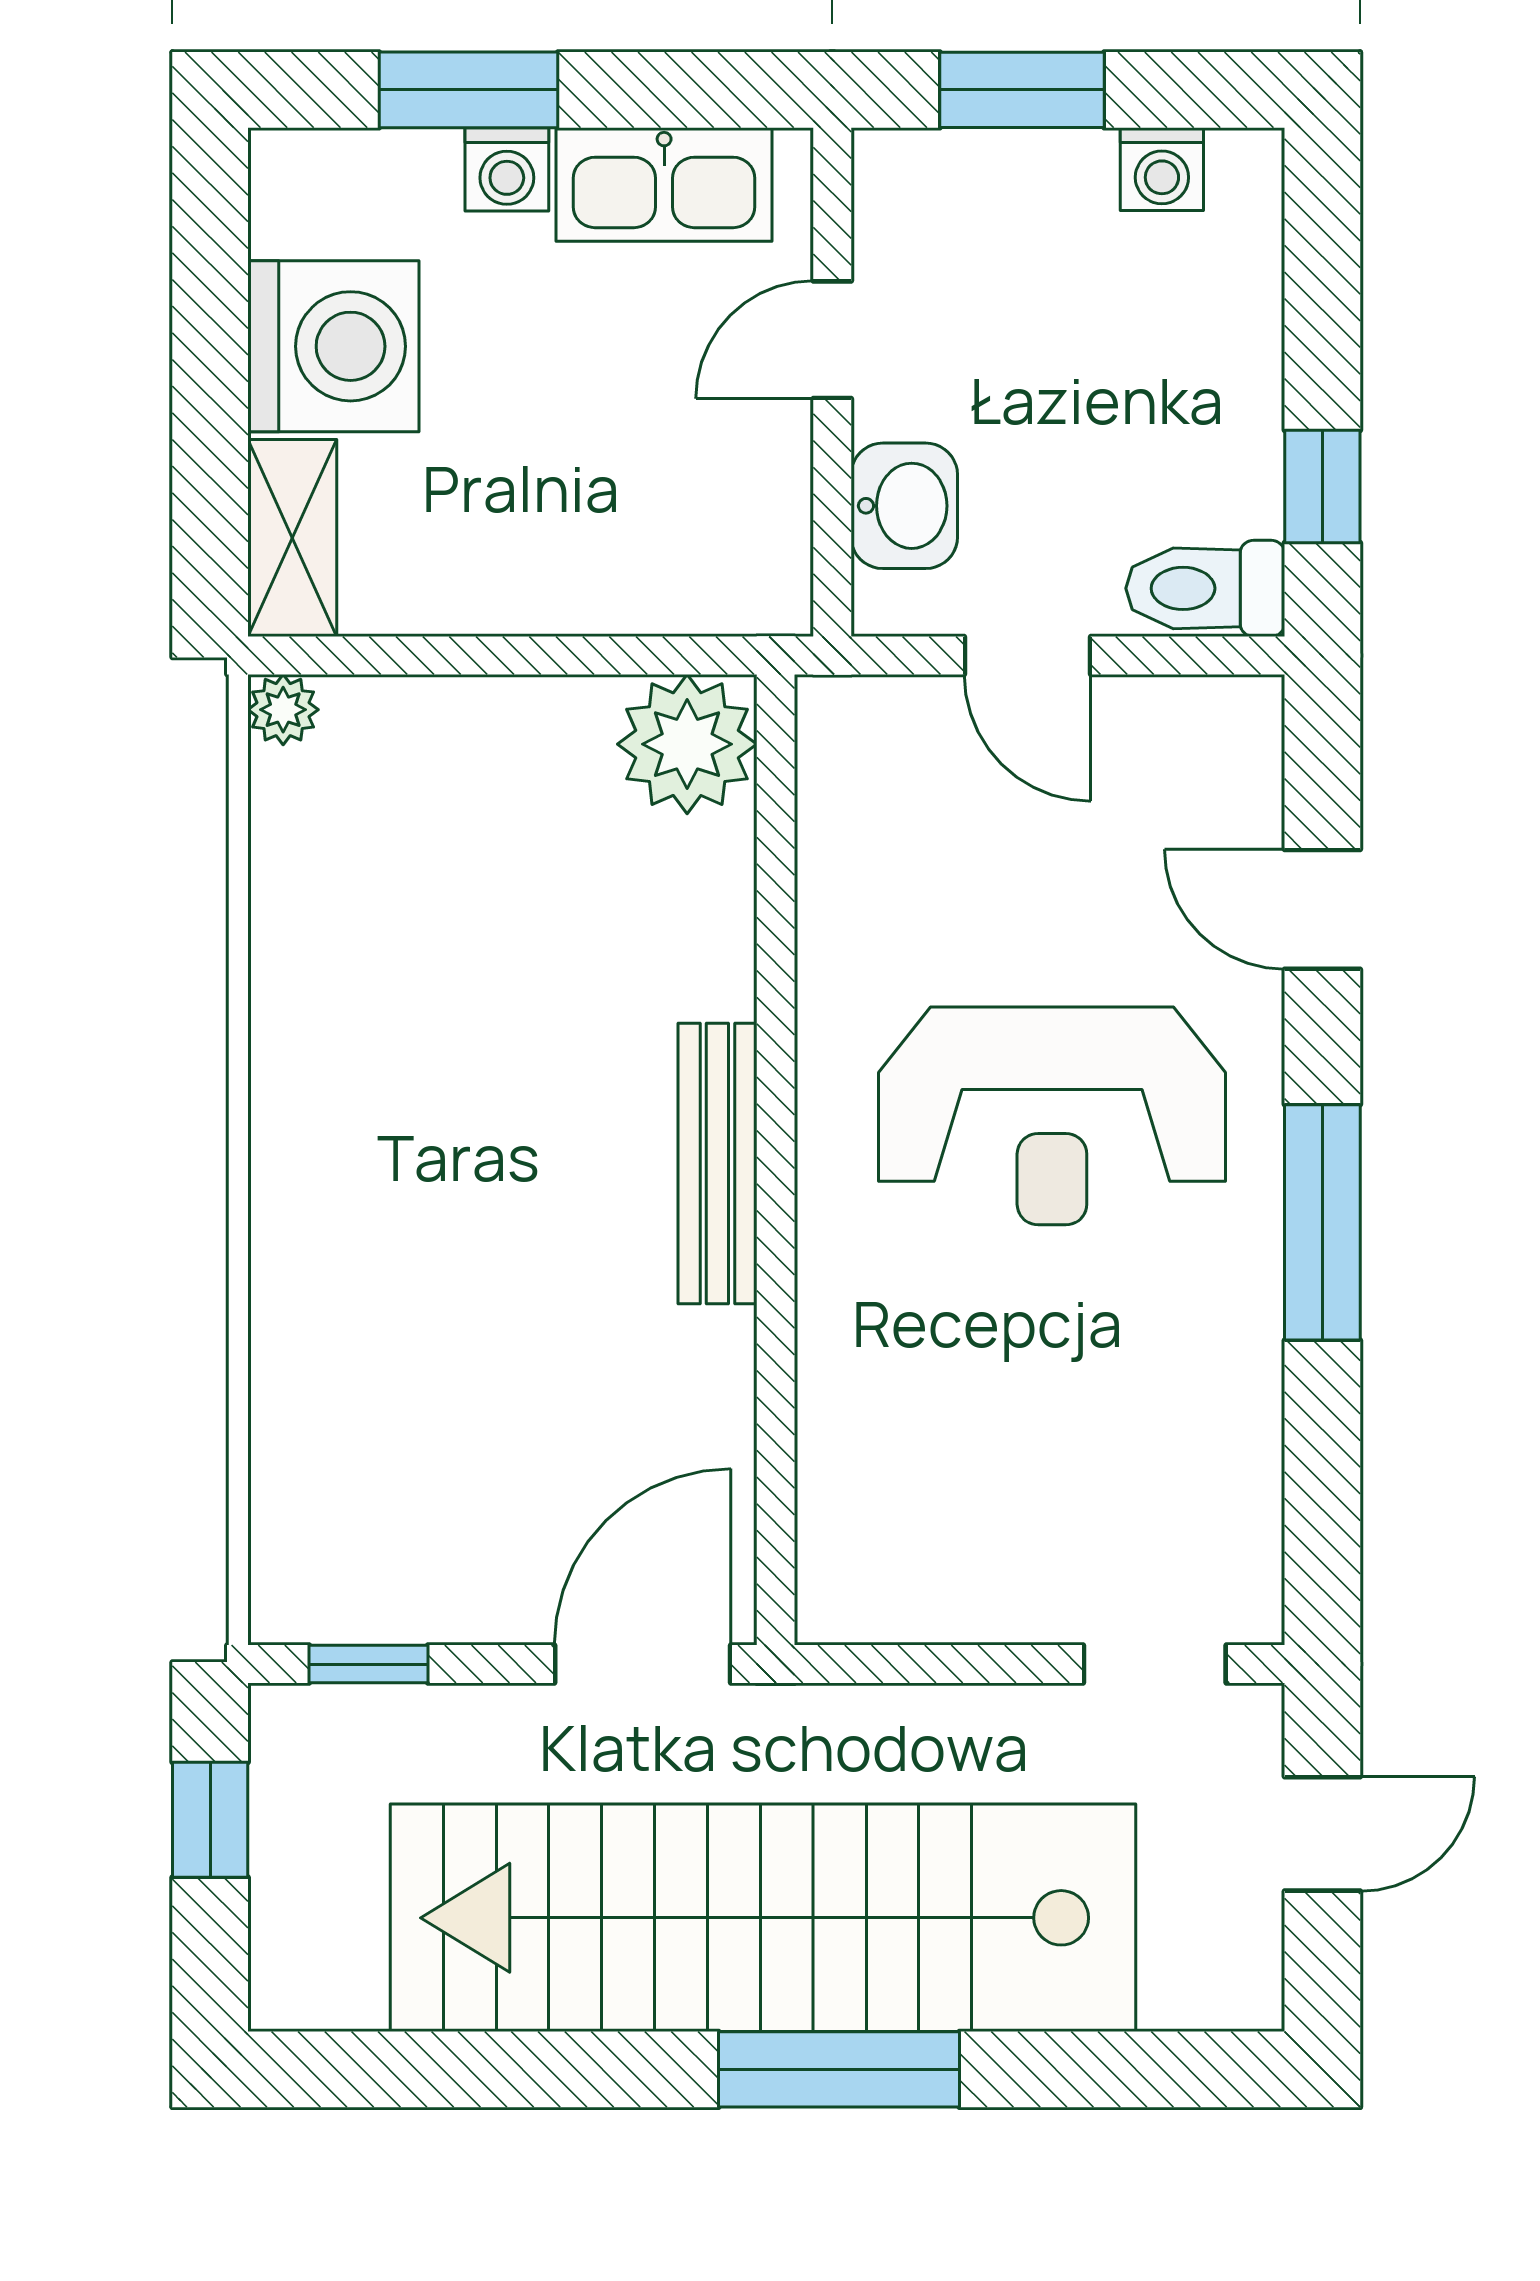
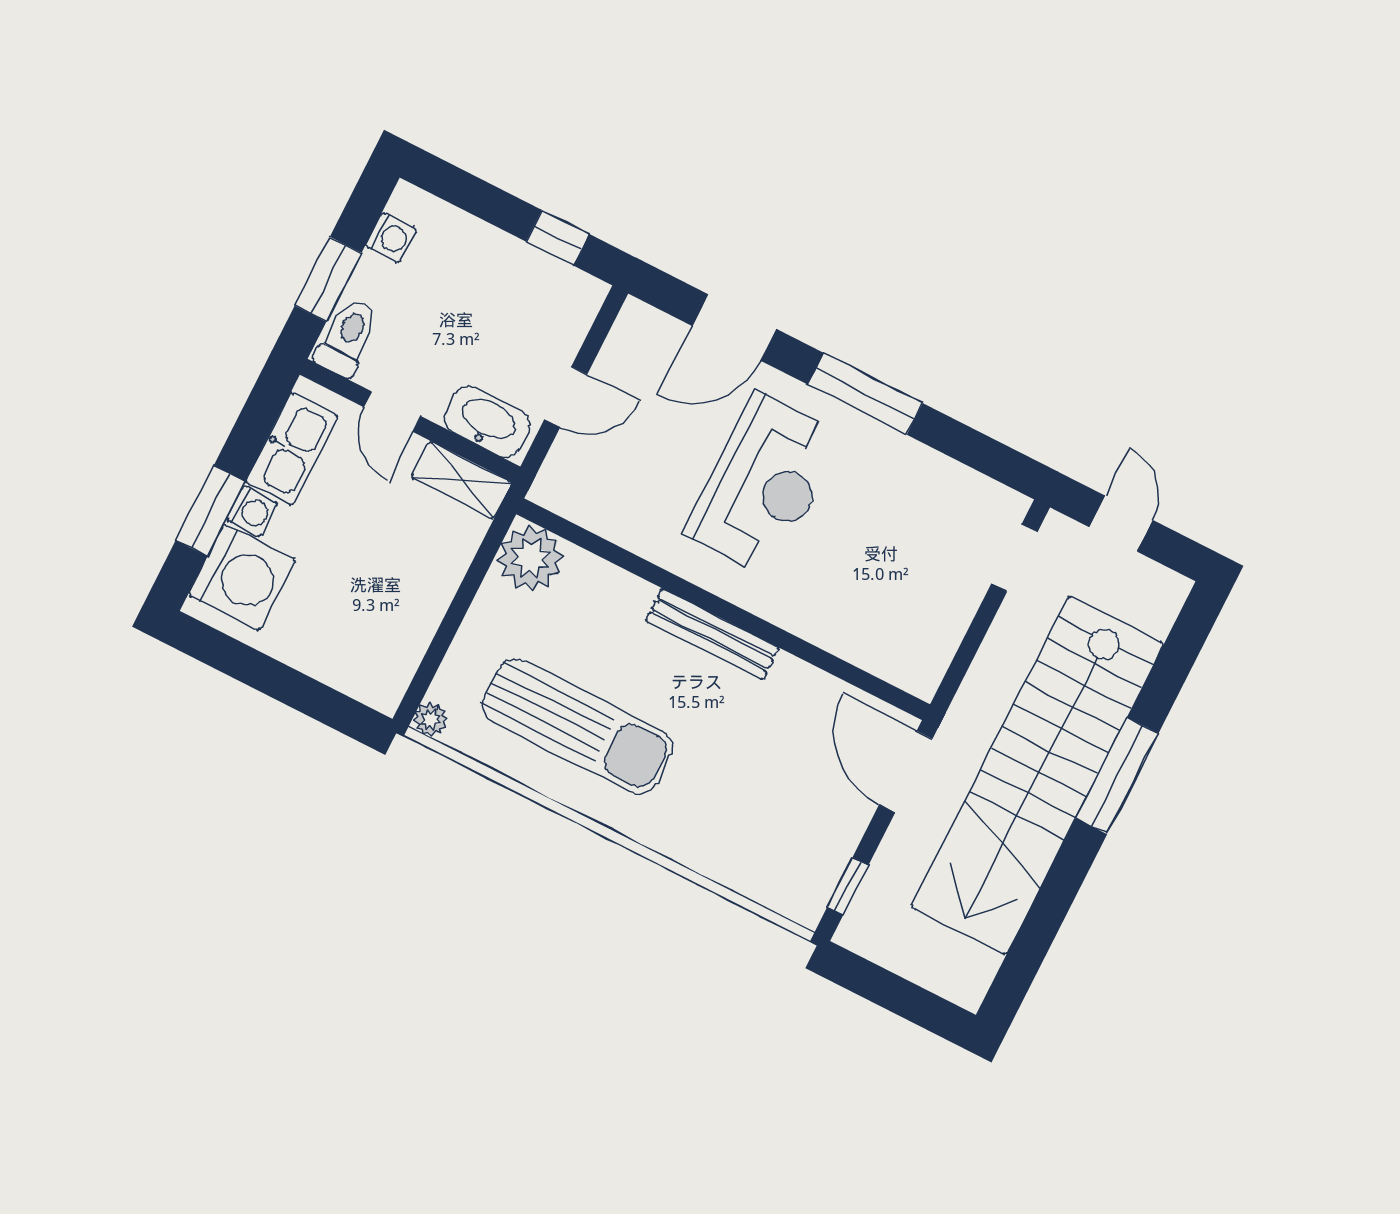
washing machine: (333, 346) -> (242, 577), moved, turned 90
washbasin: (904, 506) -> (487, 422), width x1.38
shelving: (292, 538) -> (462, 480), moved
toilet: (1205, 588) -> (347, 337), moved, turned 180
door: (1322, 909) -> (734, 327), width x1.37
sun lounger: (412, 996) -> (577, 726), added
window: (210, 1820) -> (879, 986), removed

